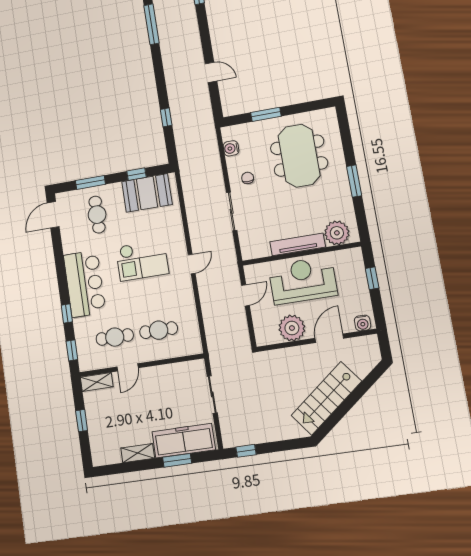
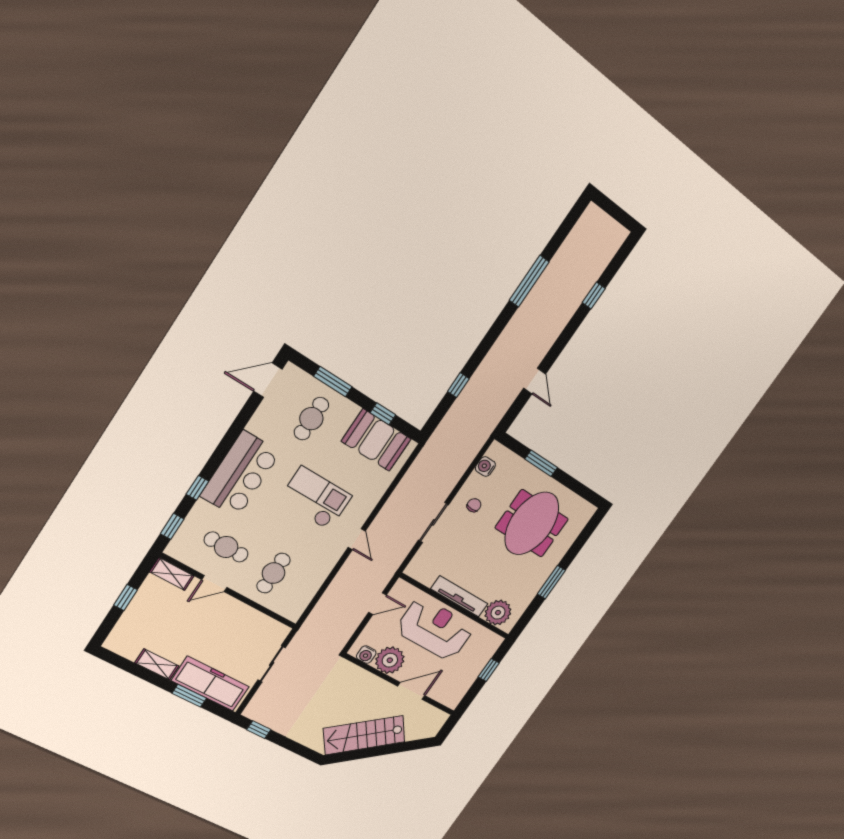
checkout: (142, 260) -> (315, 498), turned 180
door: (192, 264) -> (357, 539), hinge flipped
water cooler: (363, 323) -> (366, 655), moved
cafe table: (159, 330) -> (273, 573), turned 90

